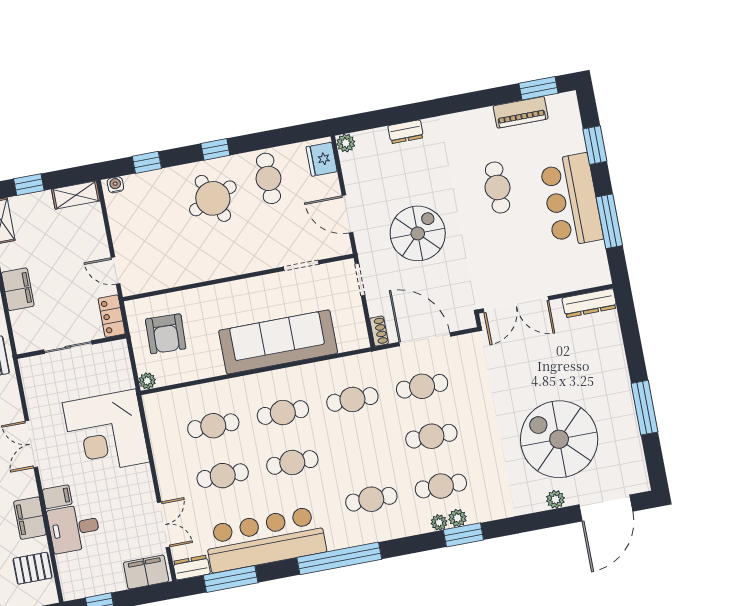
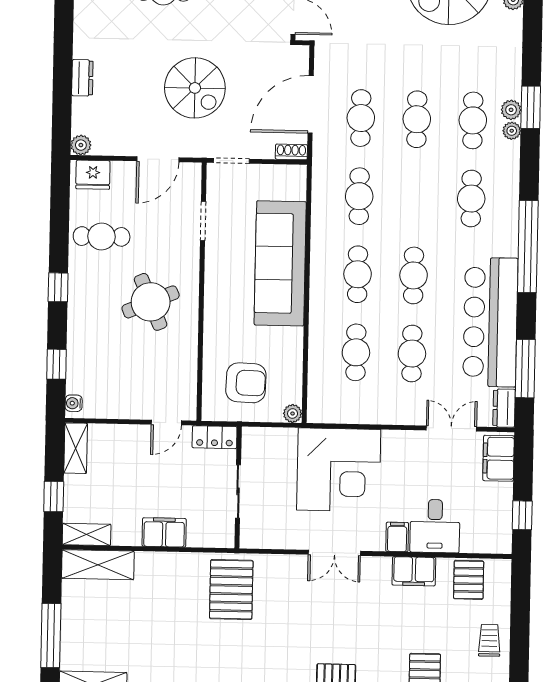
round table: (213, 198) -> (151, 302), moved
spiral stairs: (418, 233) -> (195, 88), turned 180

